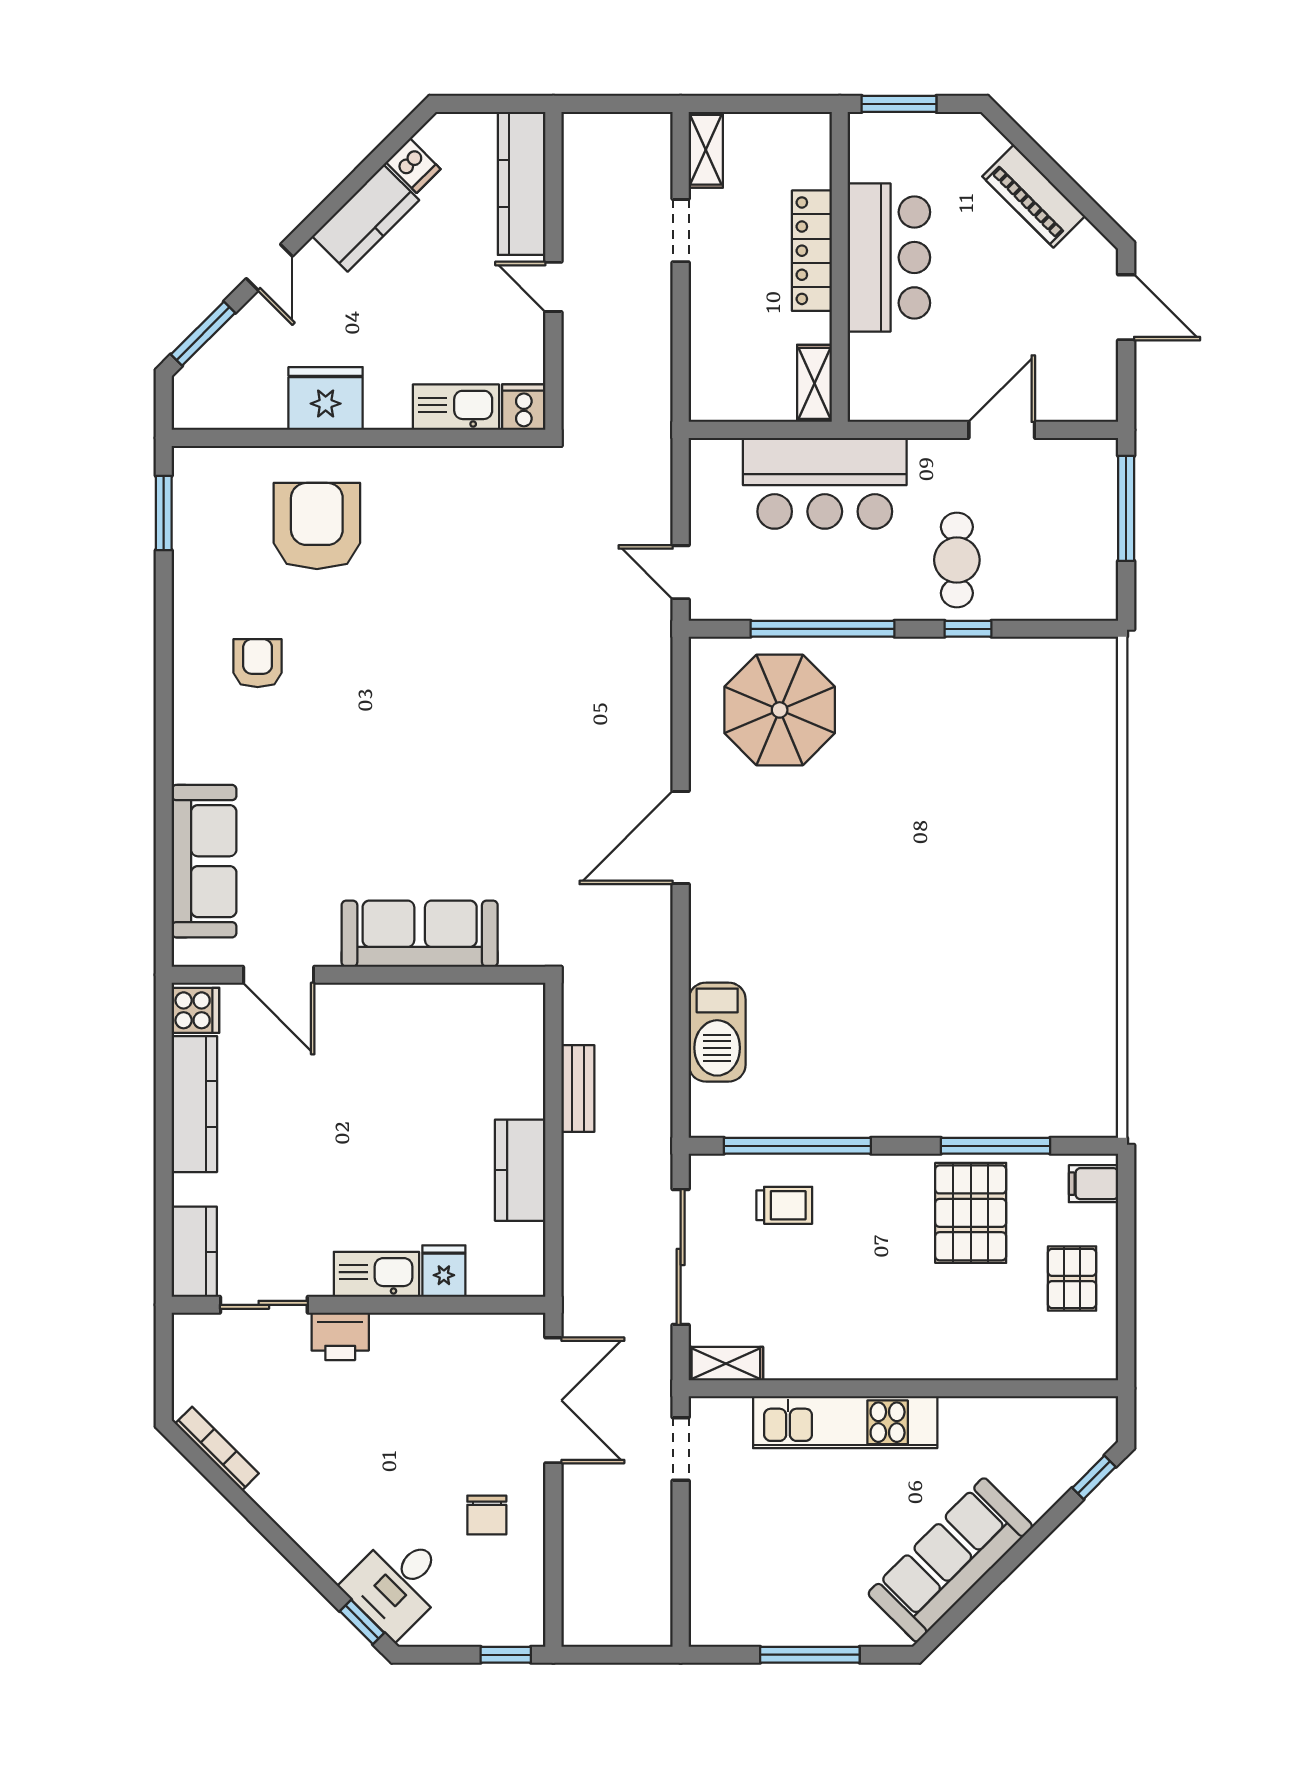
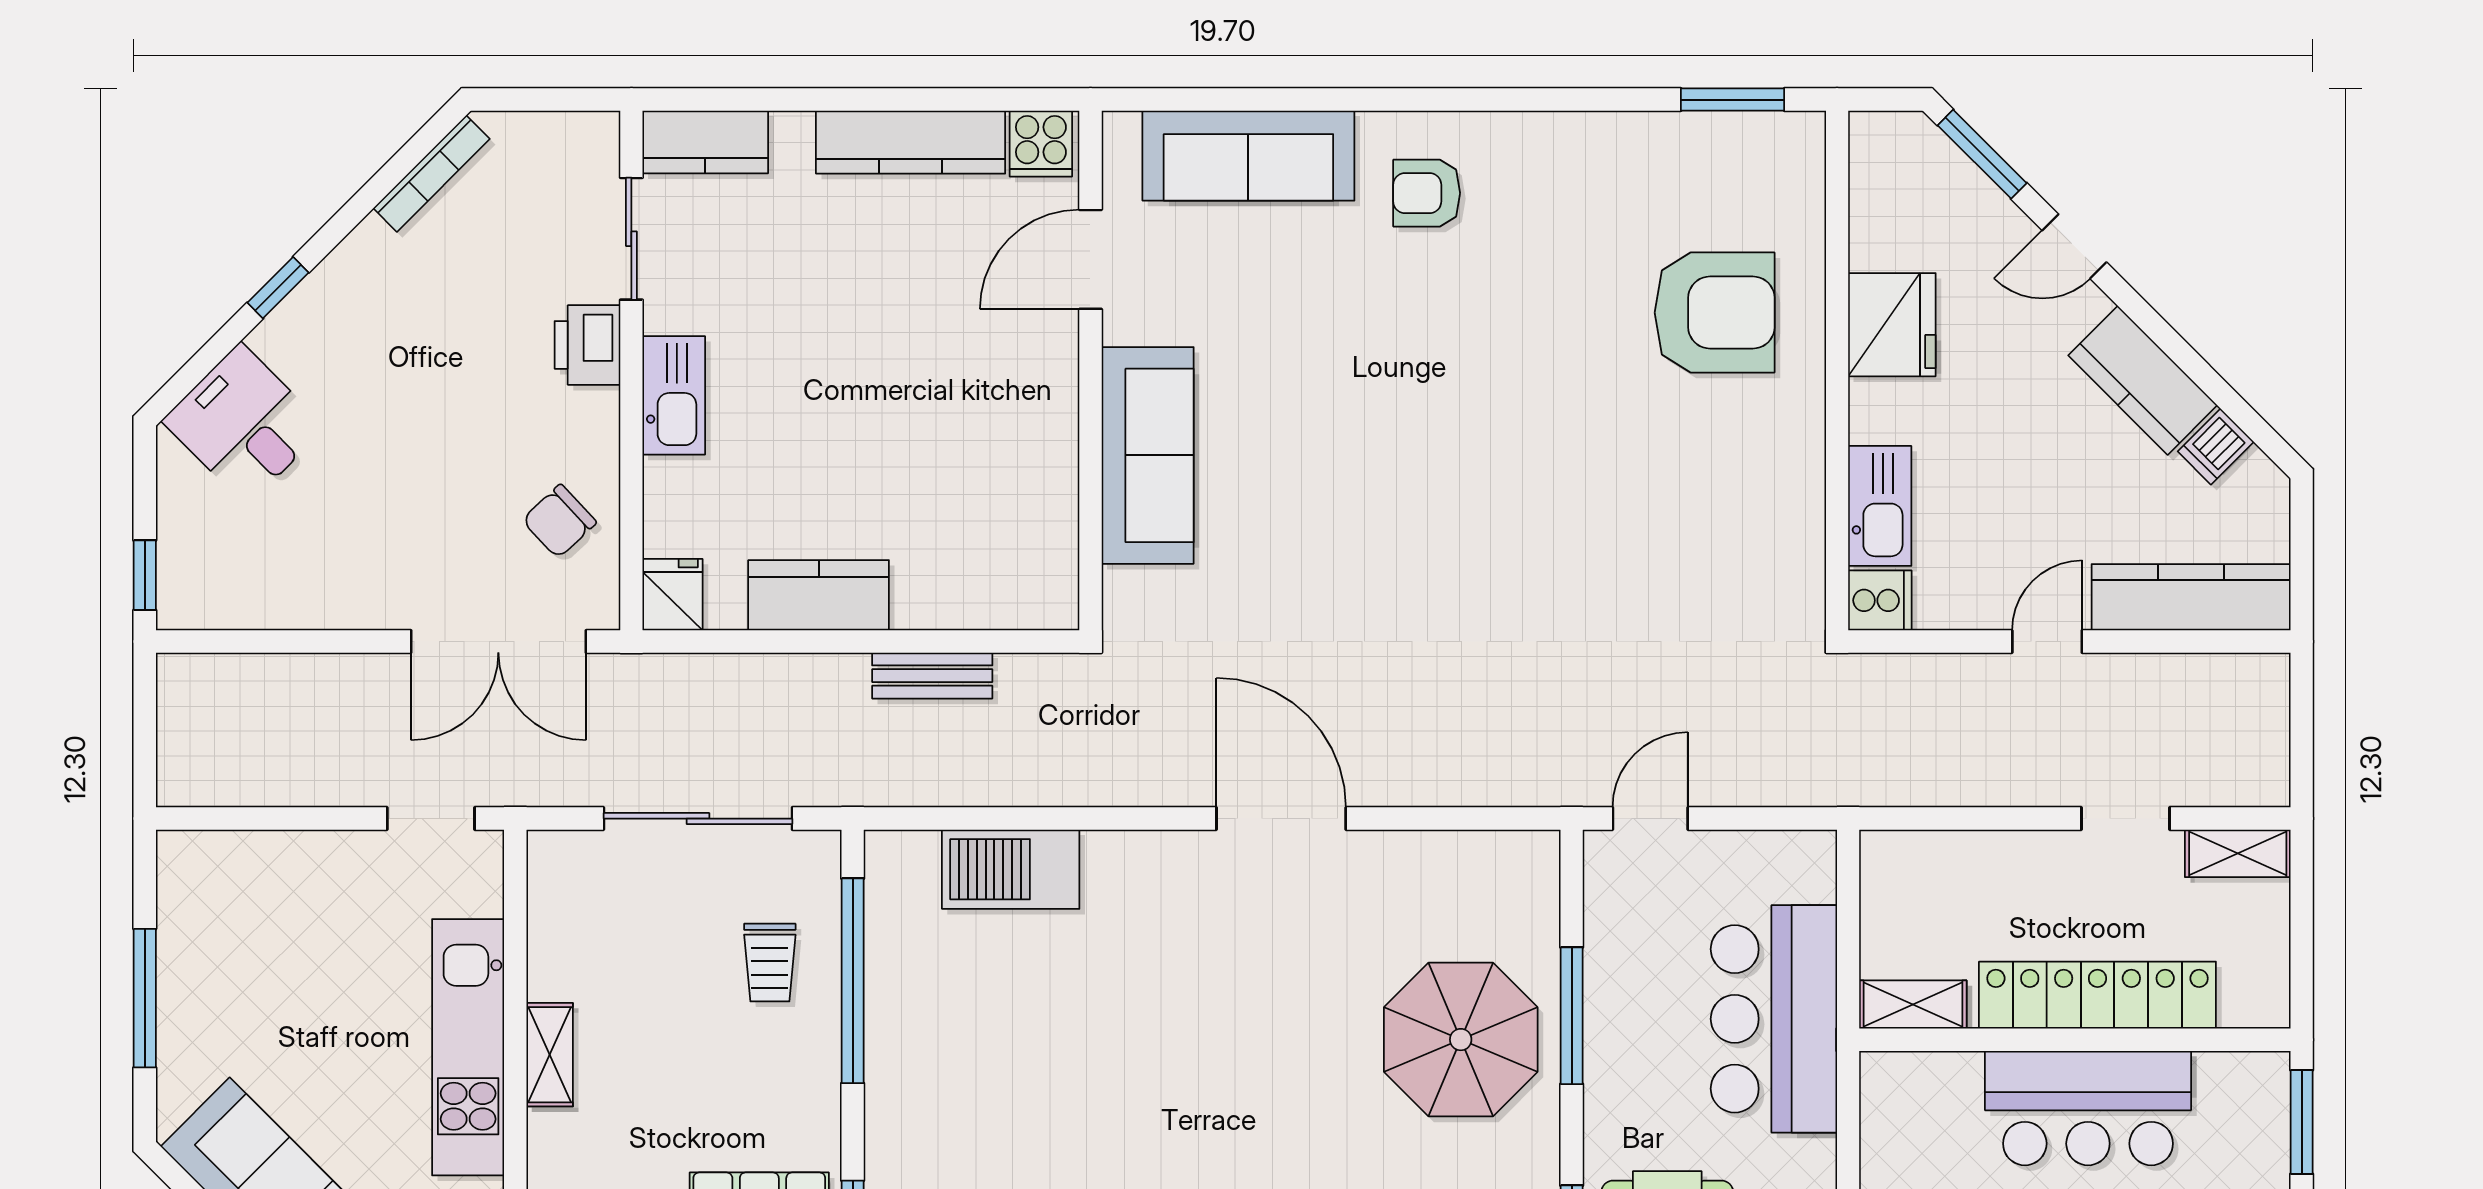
locker: (812, 251) -> (2097, 995), width x1.41, depth x1.21
window: (822, 629) -> (1572, 1016), width x0.68
armchair: (258, 663) -> (1427, 193), moved, turned 180
parasol: (780, 710) -> (1461, 1040), moved
fridge: (444, 1271) -> (673, 595), moved, turned -90
shelving: (726, 1364) -> (550, 1055), moved
chair: (487, 1515) -> (559, 521), moved, turned -43
window: (362, 1622) -> (278, 288), moved

